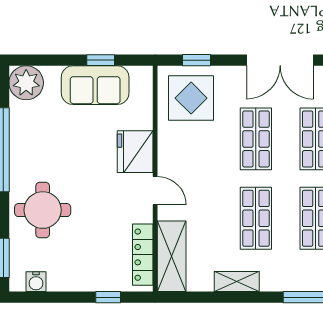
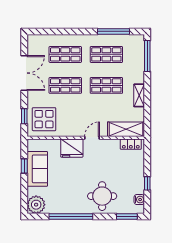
locker: (143, 255) -> (131, 144), width x0.66
window: (108, 297) -> (147, 183), moved

